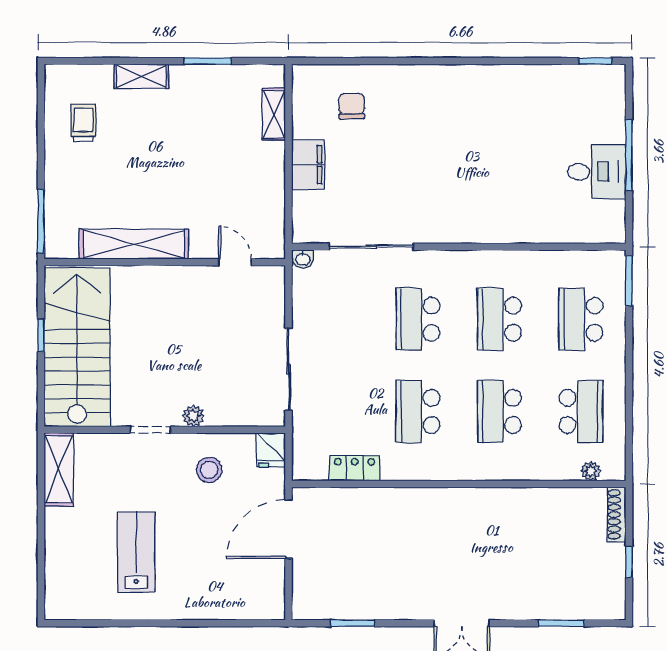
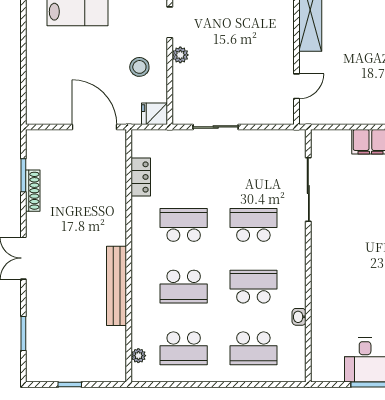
washbasin: (303, 259) -> (299, 317), moved
window: (629, 280) -> (283, 385), removed
school desk: (581, 319) -> (253, 348), turned 180
sliding door: (289, 369) -> (216, 127), width x0.73
school desk: (499, 411) -> (184, 287), turned 180
bench: (499, 500) -> (117, 286), added
shoe rack: (617, 515) -> (33, 191), moved, turned 90

